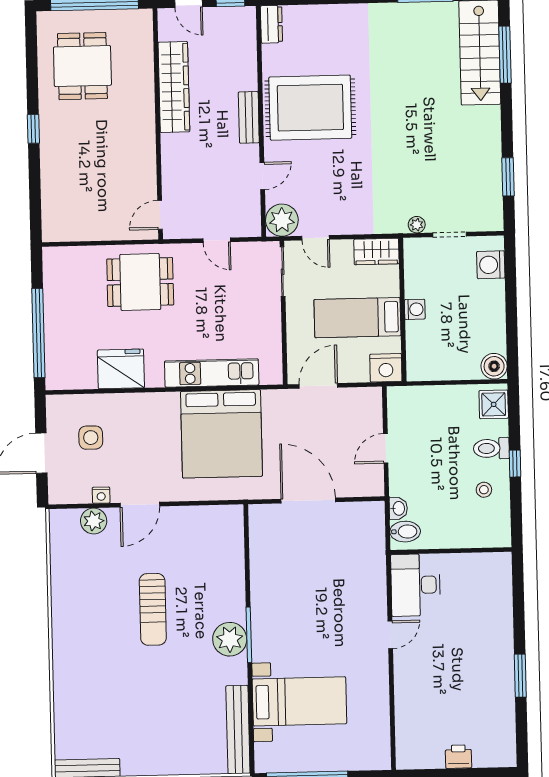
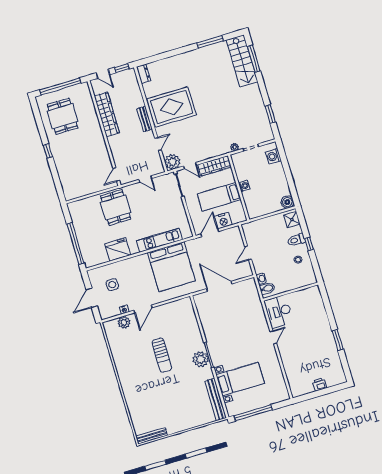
wardrobe: (376, 251) -> (214, 166), width x1.50
dining table: (140, 282) -> (116, 208), turned 90
nightstand: (386, 368) -> (223, 221), moved

